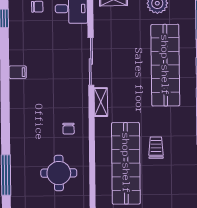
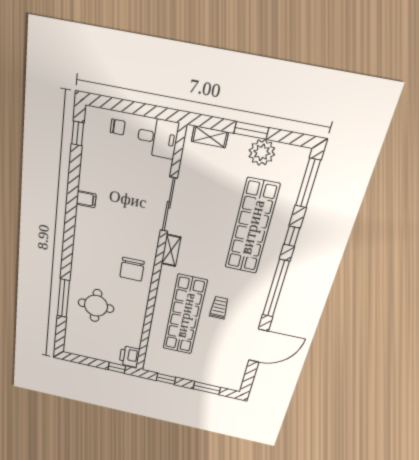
chair: (69, 129) -> (132, 269), width x1.87, depth x1.87
round table: (59, 173) -> (96, 306), moved

